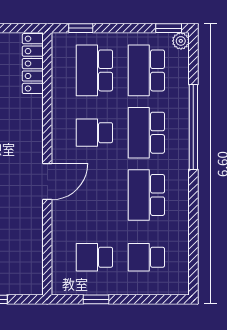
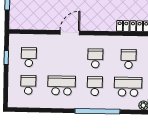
school desk: (94, 70) -> (129, 59), width x0.54
school desk: (146, 133) -> (95, 86), width x0.54
door: (47, 182) -> (70, 33), swing flipped

